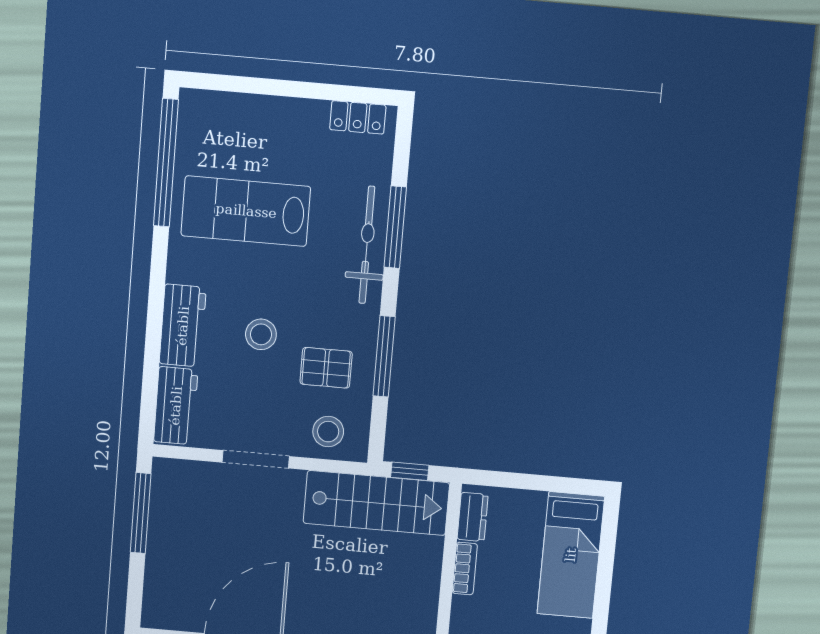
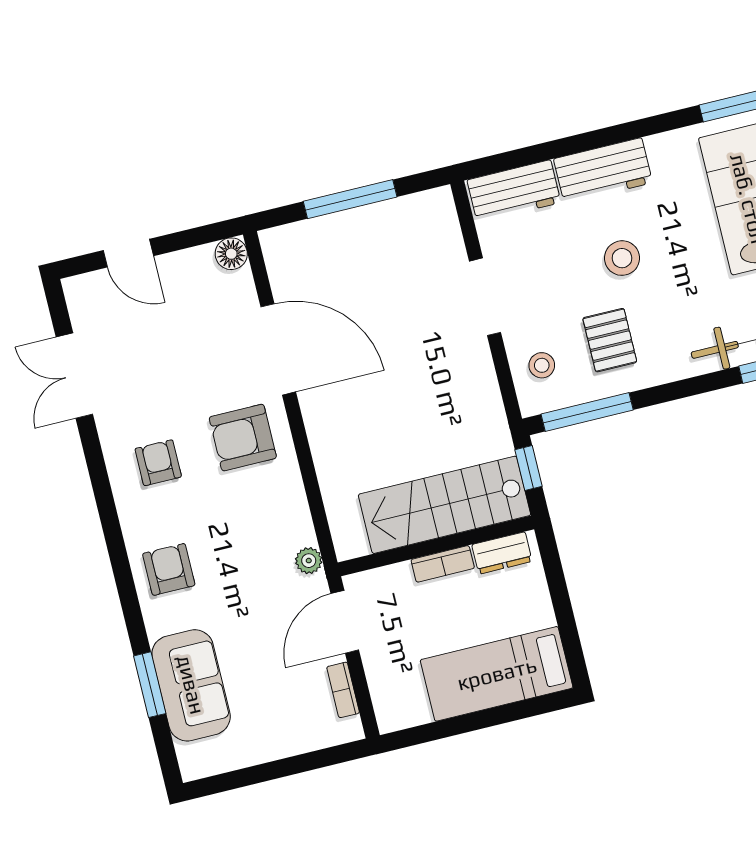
window: (384, 356) -> (587, 412), moved
stool: (328, 432) -> (542, 365), width x0.73, depth x0.73
stairs: (376, 503) -> (444, 505), moved, turned 90
window: (141, 513) -> (350, 199), moved

